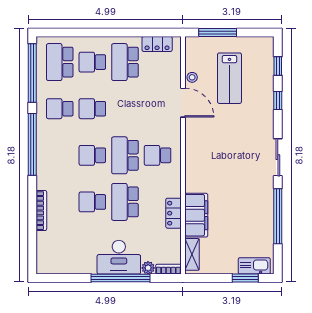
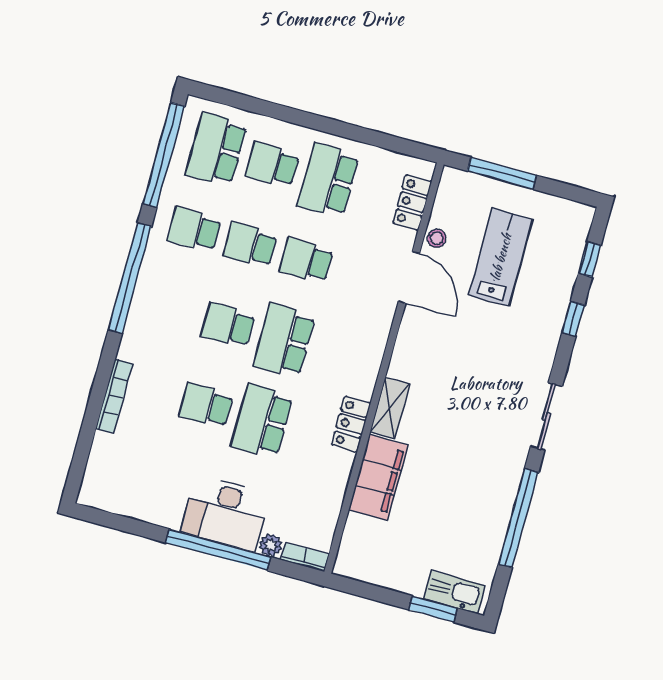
locker: (157, 44) -> (412, 202), moved, turned 90
lab bench: (229, 78) -> (501, 257), turned 180
school desk: (158, 155) -> (306, 260), moved
locker: (173, 213) -> (351, 424), moved
shelving: (192, 254) -> (390, 408), moved

